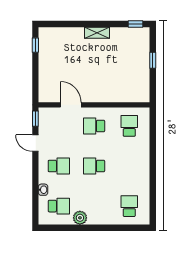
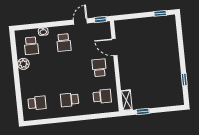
window: (136, 24) -> (184, 80), moved
shelving: (97, 33) -> (127, 100), moved
window: (153, 60) -> (143, 112), moved
door: (71, 105) -> (114, 47), swing flipped
school desk: (94, 166) -> (70, 100), moved, turned -90

